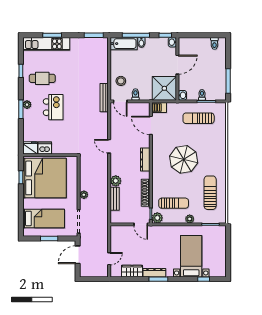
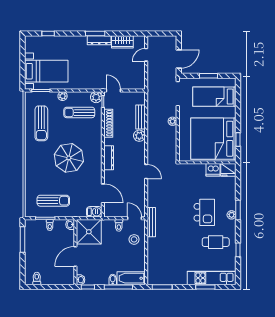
kitchen island: (53, 107) -> (204, 212), turned 180
bed with nightstands: (191, 256) -> (46, 71), moved, turned -90

